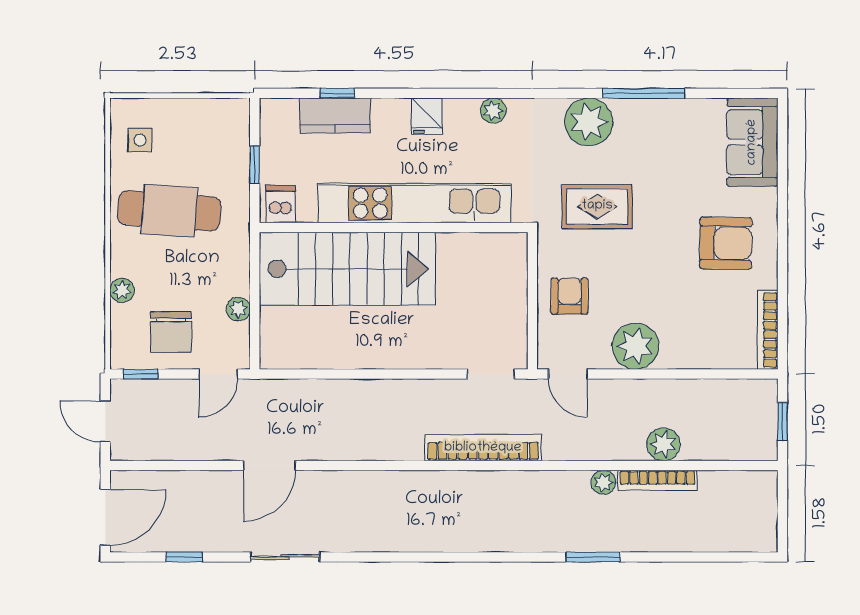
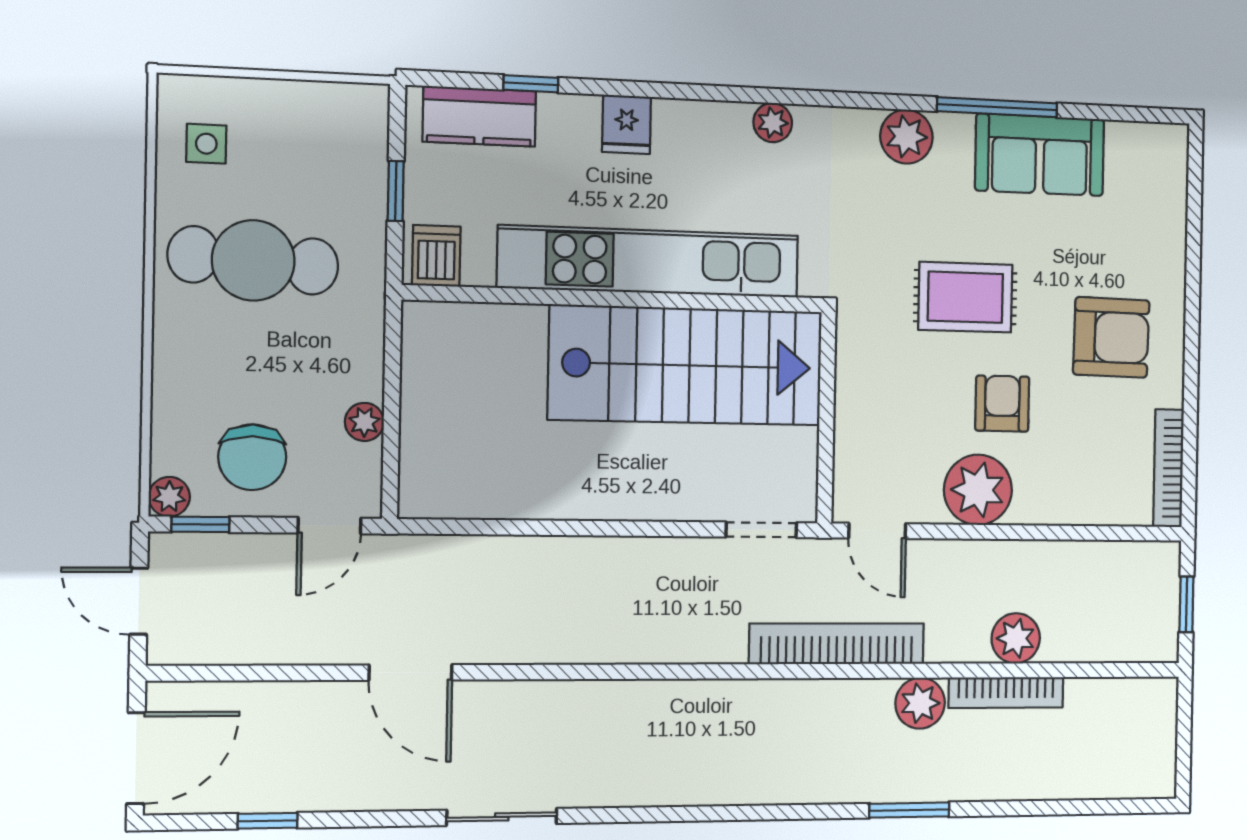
kitchen counter: (335, 115) -> (479, 116), moved
fridge: (427, 116) -> (626, 124), moved
plant: (589, 122) -> (906, 137), width x0.73, depth x0.73
sofa: (752, 142) -> (1040, 155), moved, turned -90
rug: (597, 206) -> (965, 297), moved
stairs: (347, 269) -> (686, 365), moved
plant: (122, 290) -> (169, 497), moved
armchair: (569, 296) -> (1002, 404), moved
bookcase: (483, 448) -> (837, 644), moved
door: (269, 465) -> (411, 672), hinge flipped
plant: (603, 482) -> (920, 703), width x1.38, depth x1.38
sliding door: (285, 557) -> (502, 817), moved

